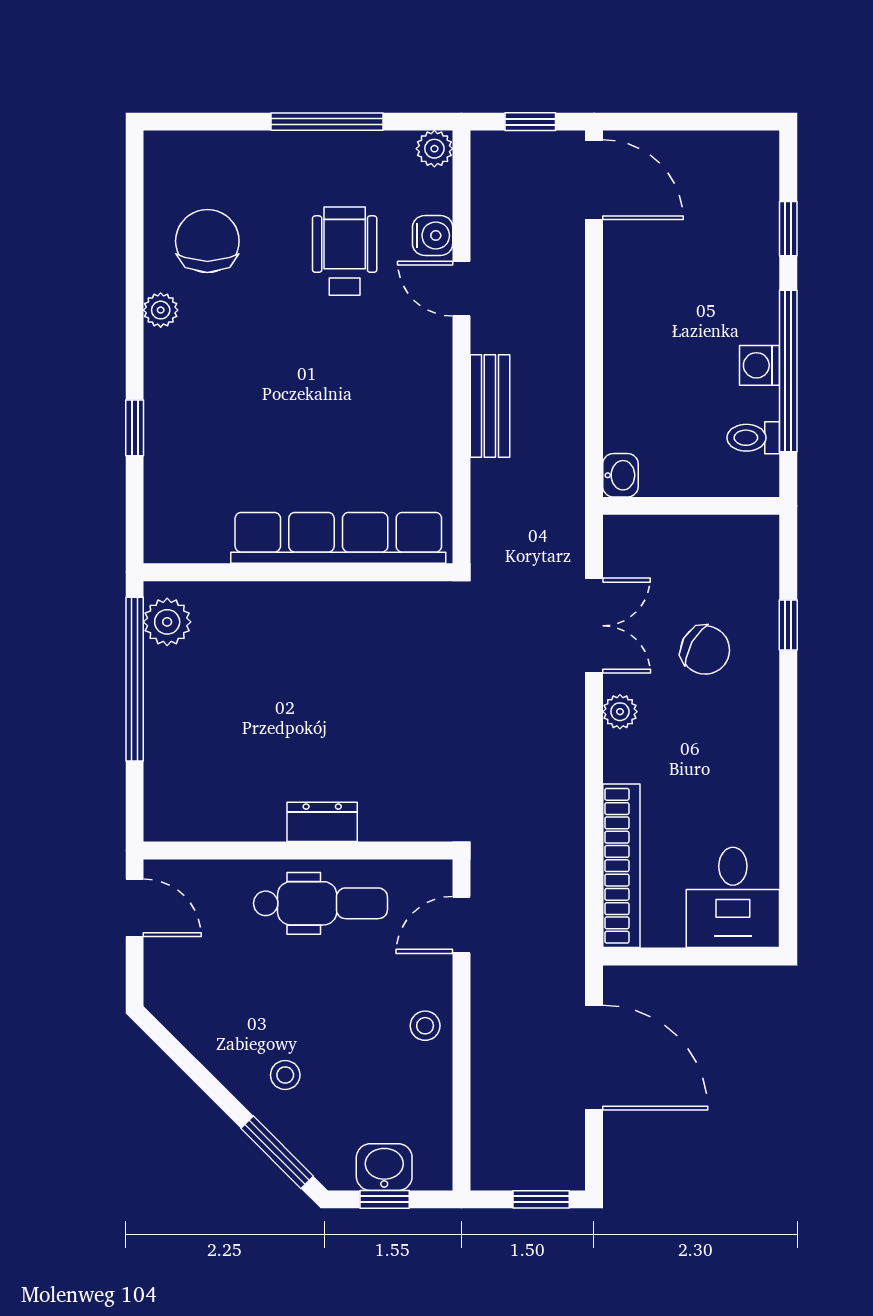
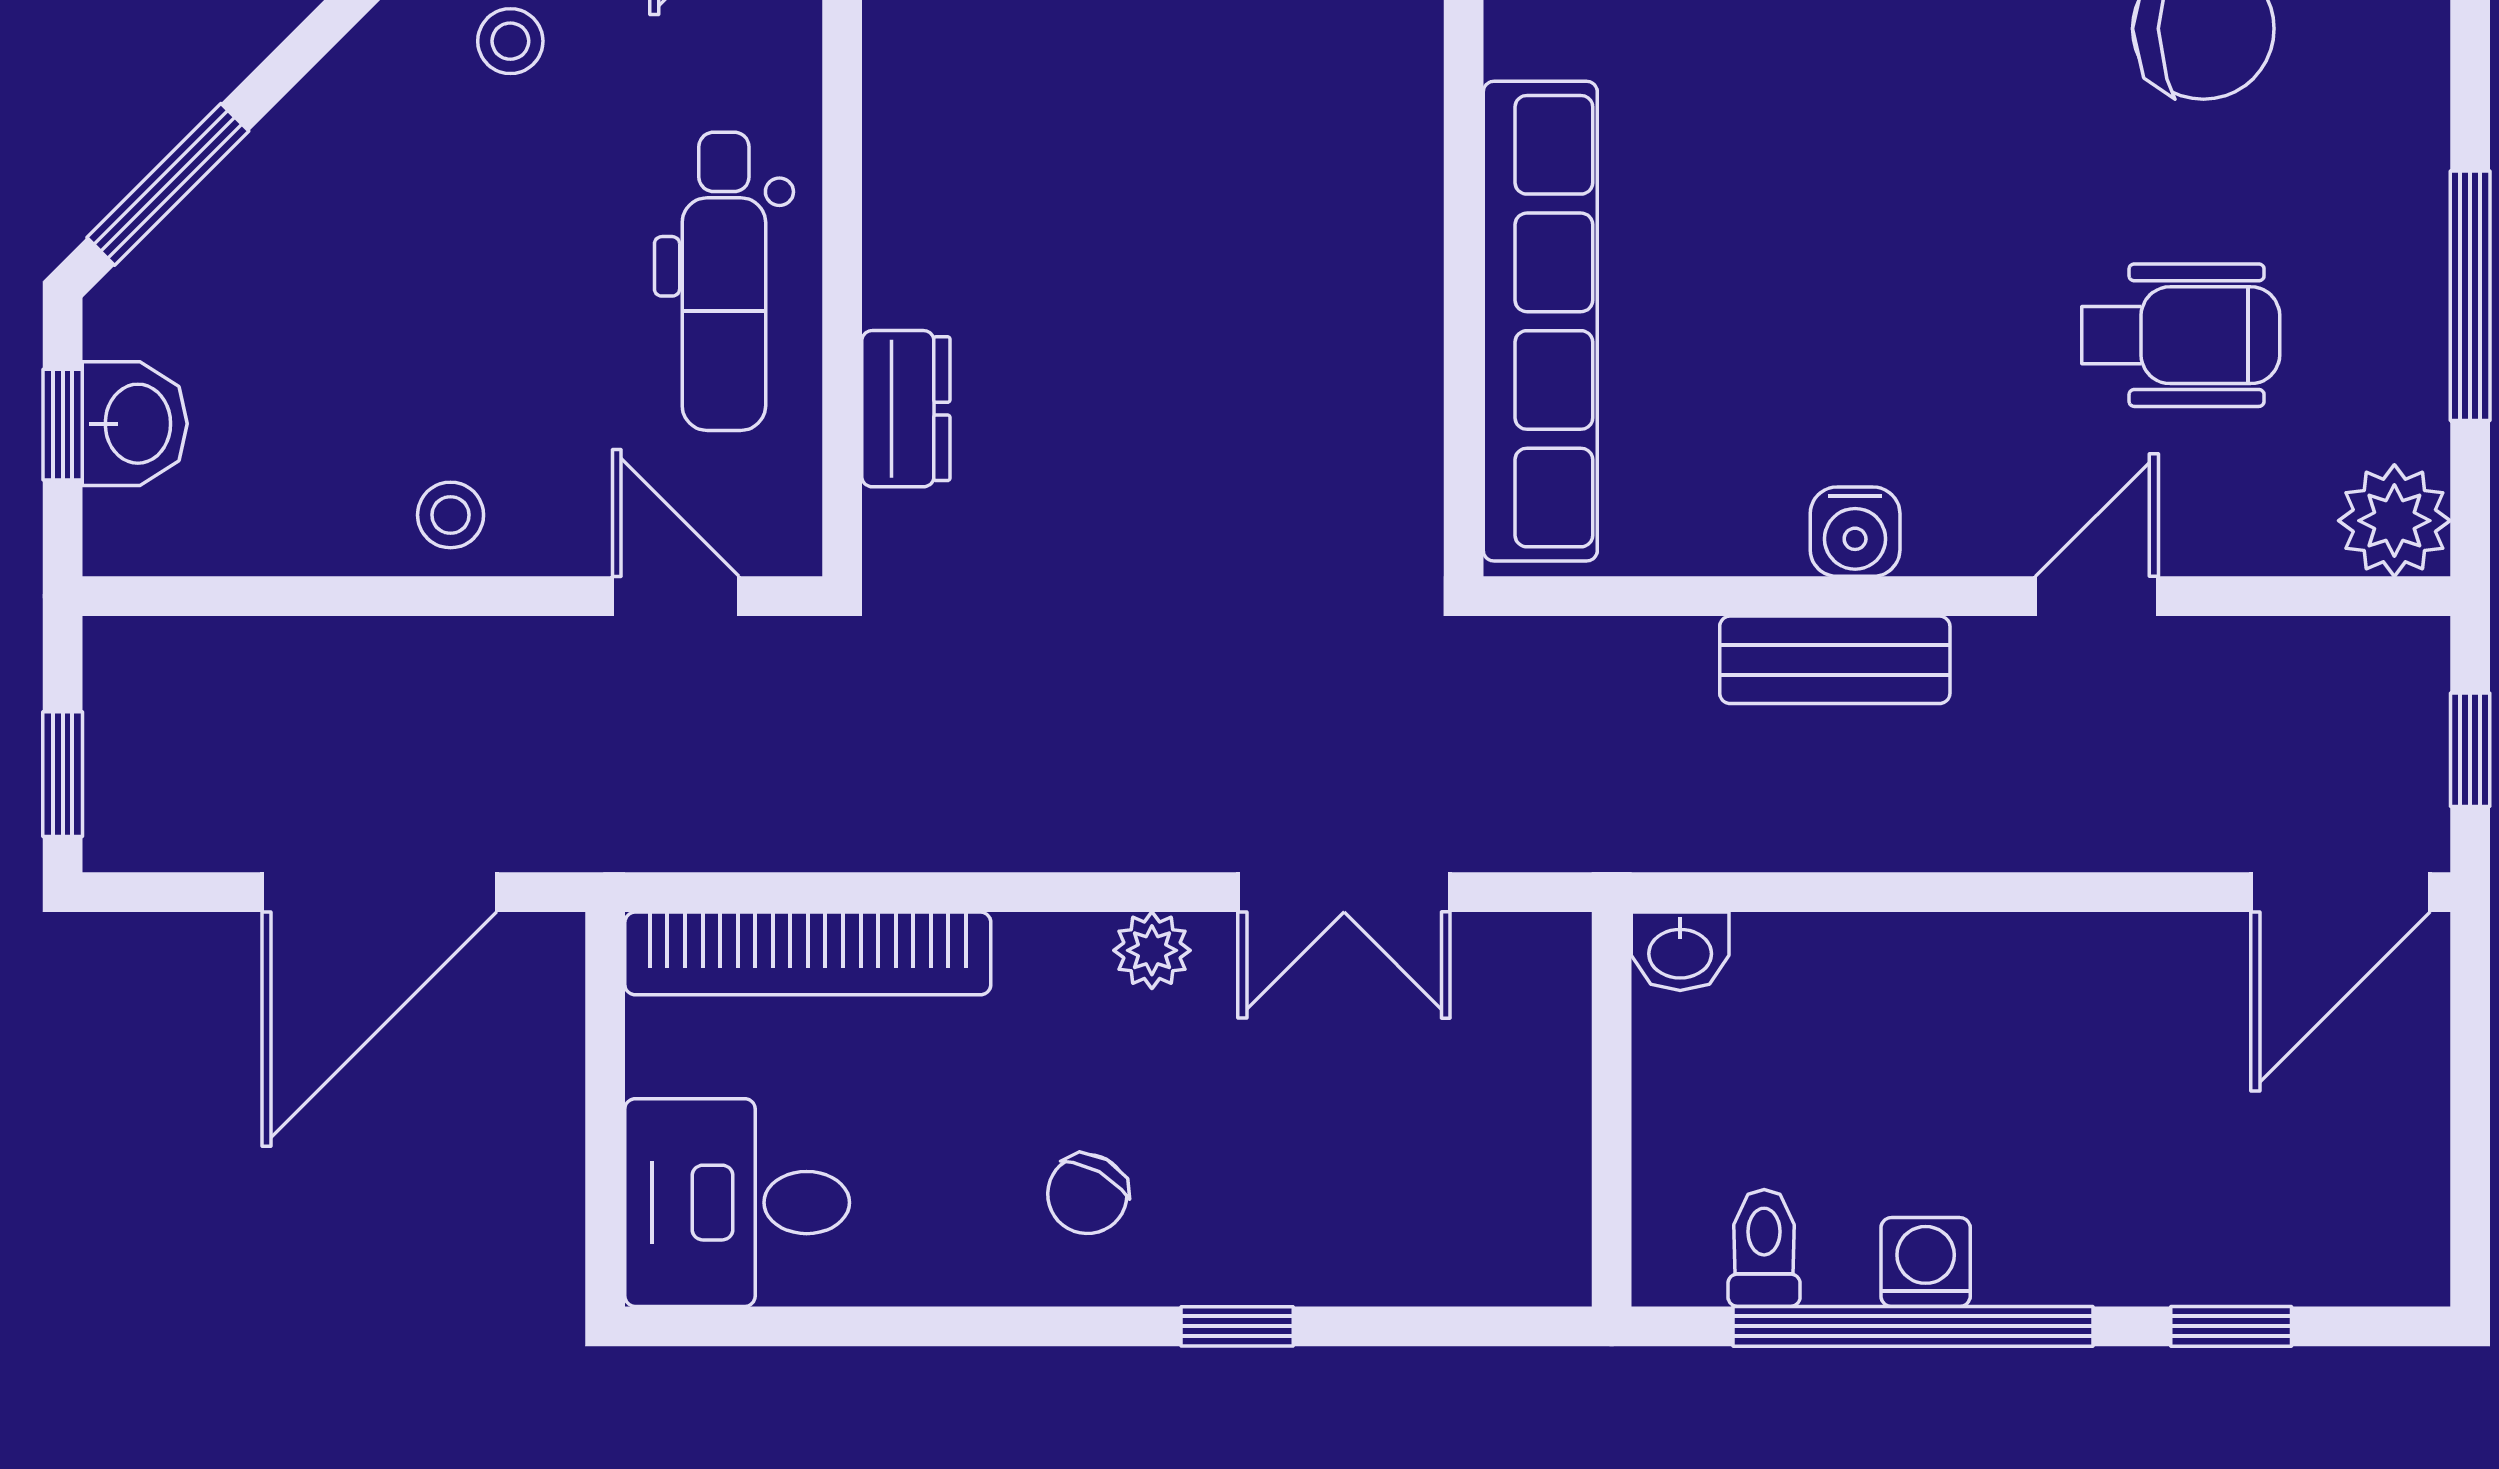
plant: (434, 149) -> (2394, 521), width x1.38, depth x1.38
water cooler: (433, 235) -> (1855, 532), moved
window: (788, 625) -> (1237, 1326), moved
chair: (705, 650) -> (1087, 1194), moved, width x0.73, depth x0.73
dresser: (322, 822) -> (906, 409), moved
stool: (285, 1075) -> (510, 41), moved

